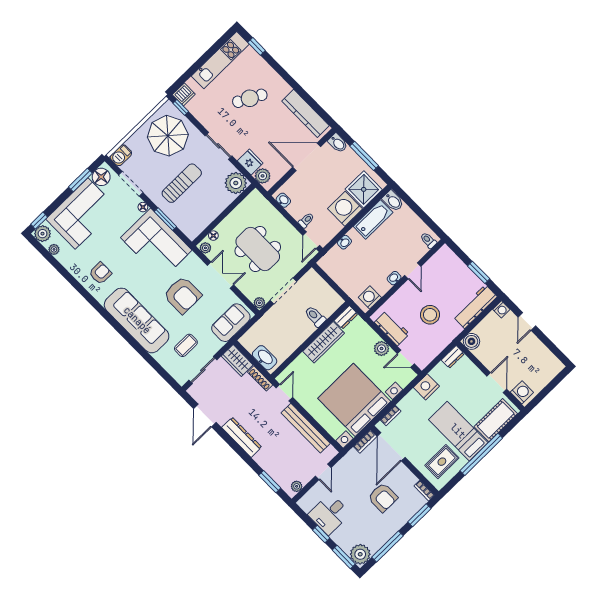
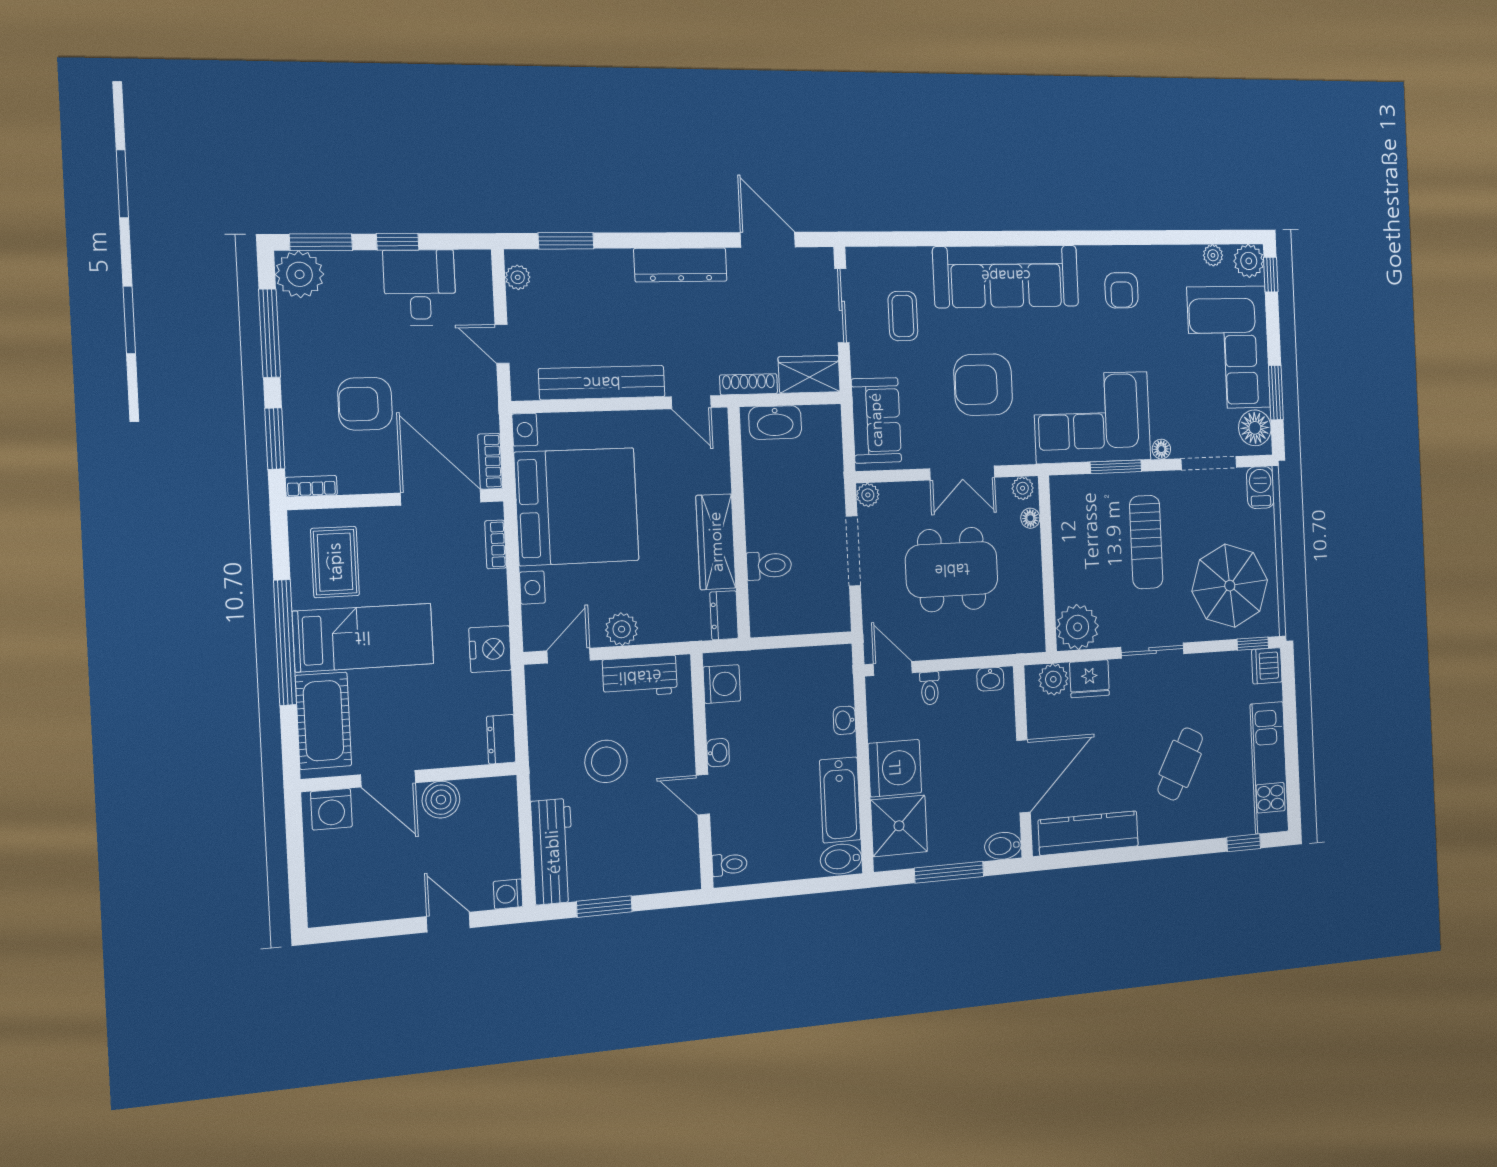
boiler: (471, 341) -> (441, 800), moved

